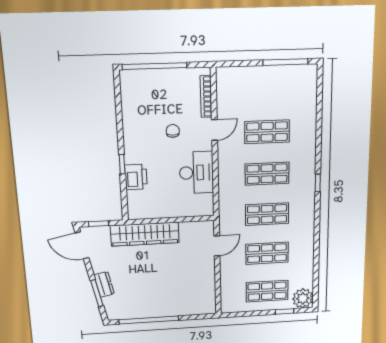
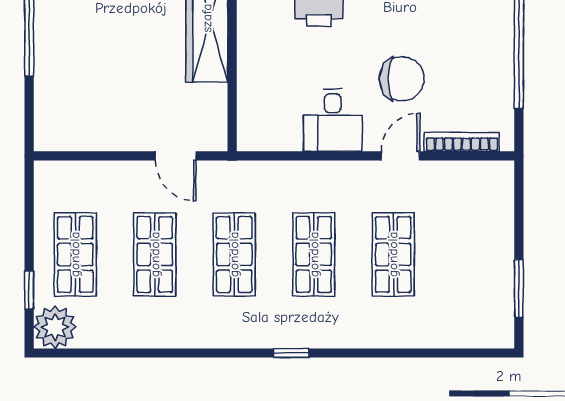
window: (285, 62) -> (519, 288), width x0.69
door: (214, 130) -> (400, 156), swing flipped
chair: (173, 131) -> (402, 79), width x1.87, depth x1.87
desk: (196, 173) -> (333, 120), width x0.73

